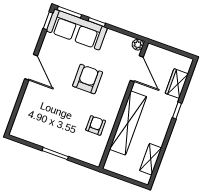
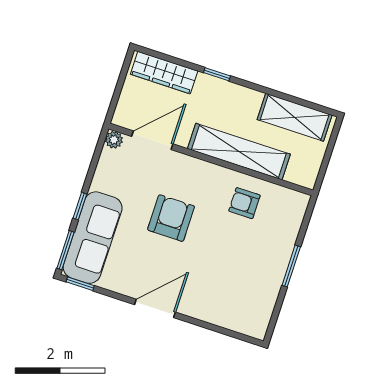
armchair: (88, 79) -> (171, 218), turned 90
wardrobe: (177, 84) -> (164, 73), width x1.50
shelving: (151, 159) -> (295, 117), width x1.50, depth x1.33

